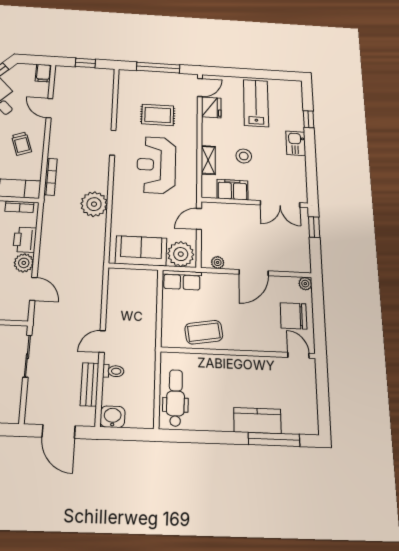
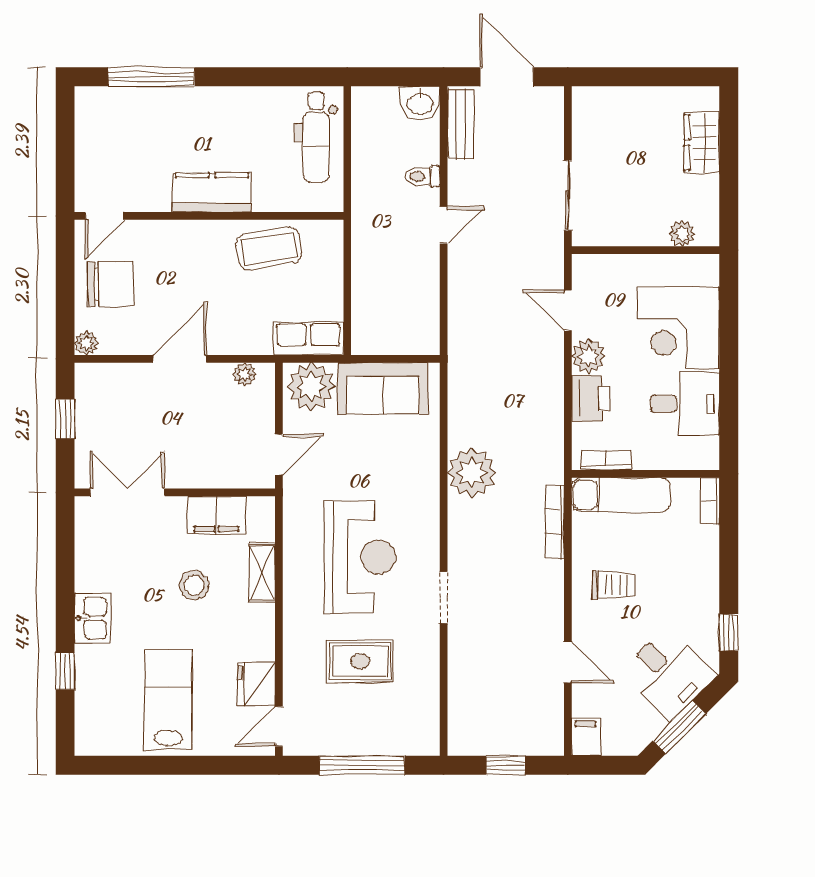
lab bench: (256, 103) -> (168, 700), turned 180
trolley: (22, 144) -> (614, 585), turned 109
window: (314, 227) -> (65, 419), moved
door: (298, 355) -> (104, 216), hinge flipped
bench: (90, 384) -> (461, 124), moved
kitchen counter: (257, 420) -> (212, 193), moved, turned 180

